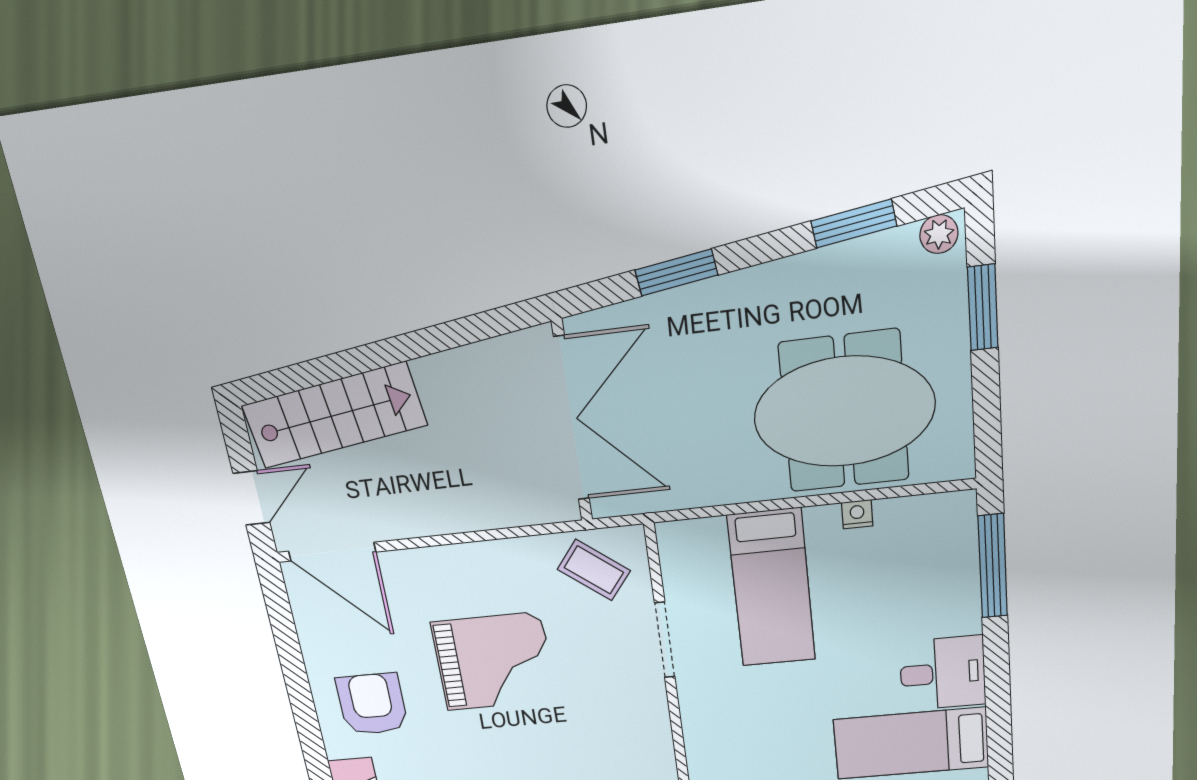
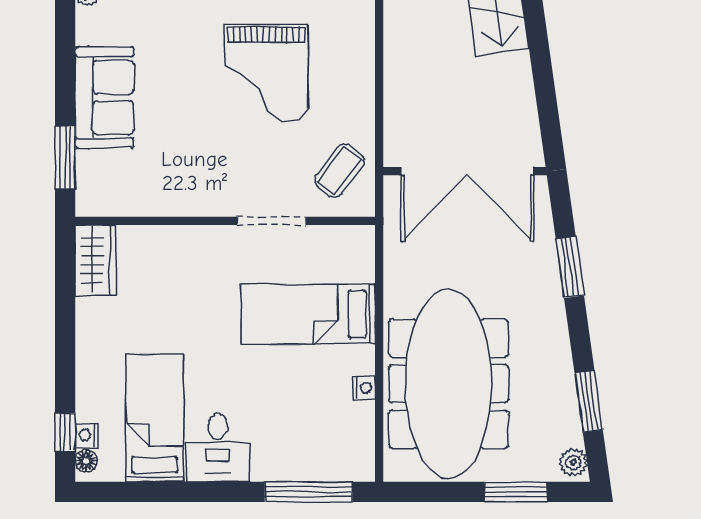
meeting table: (844, 412) -> (449, 384), width x1.36

